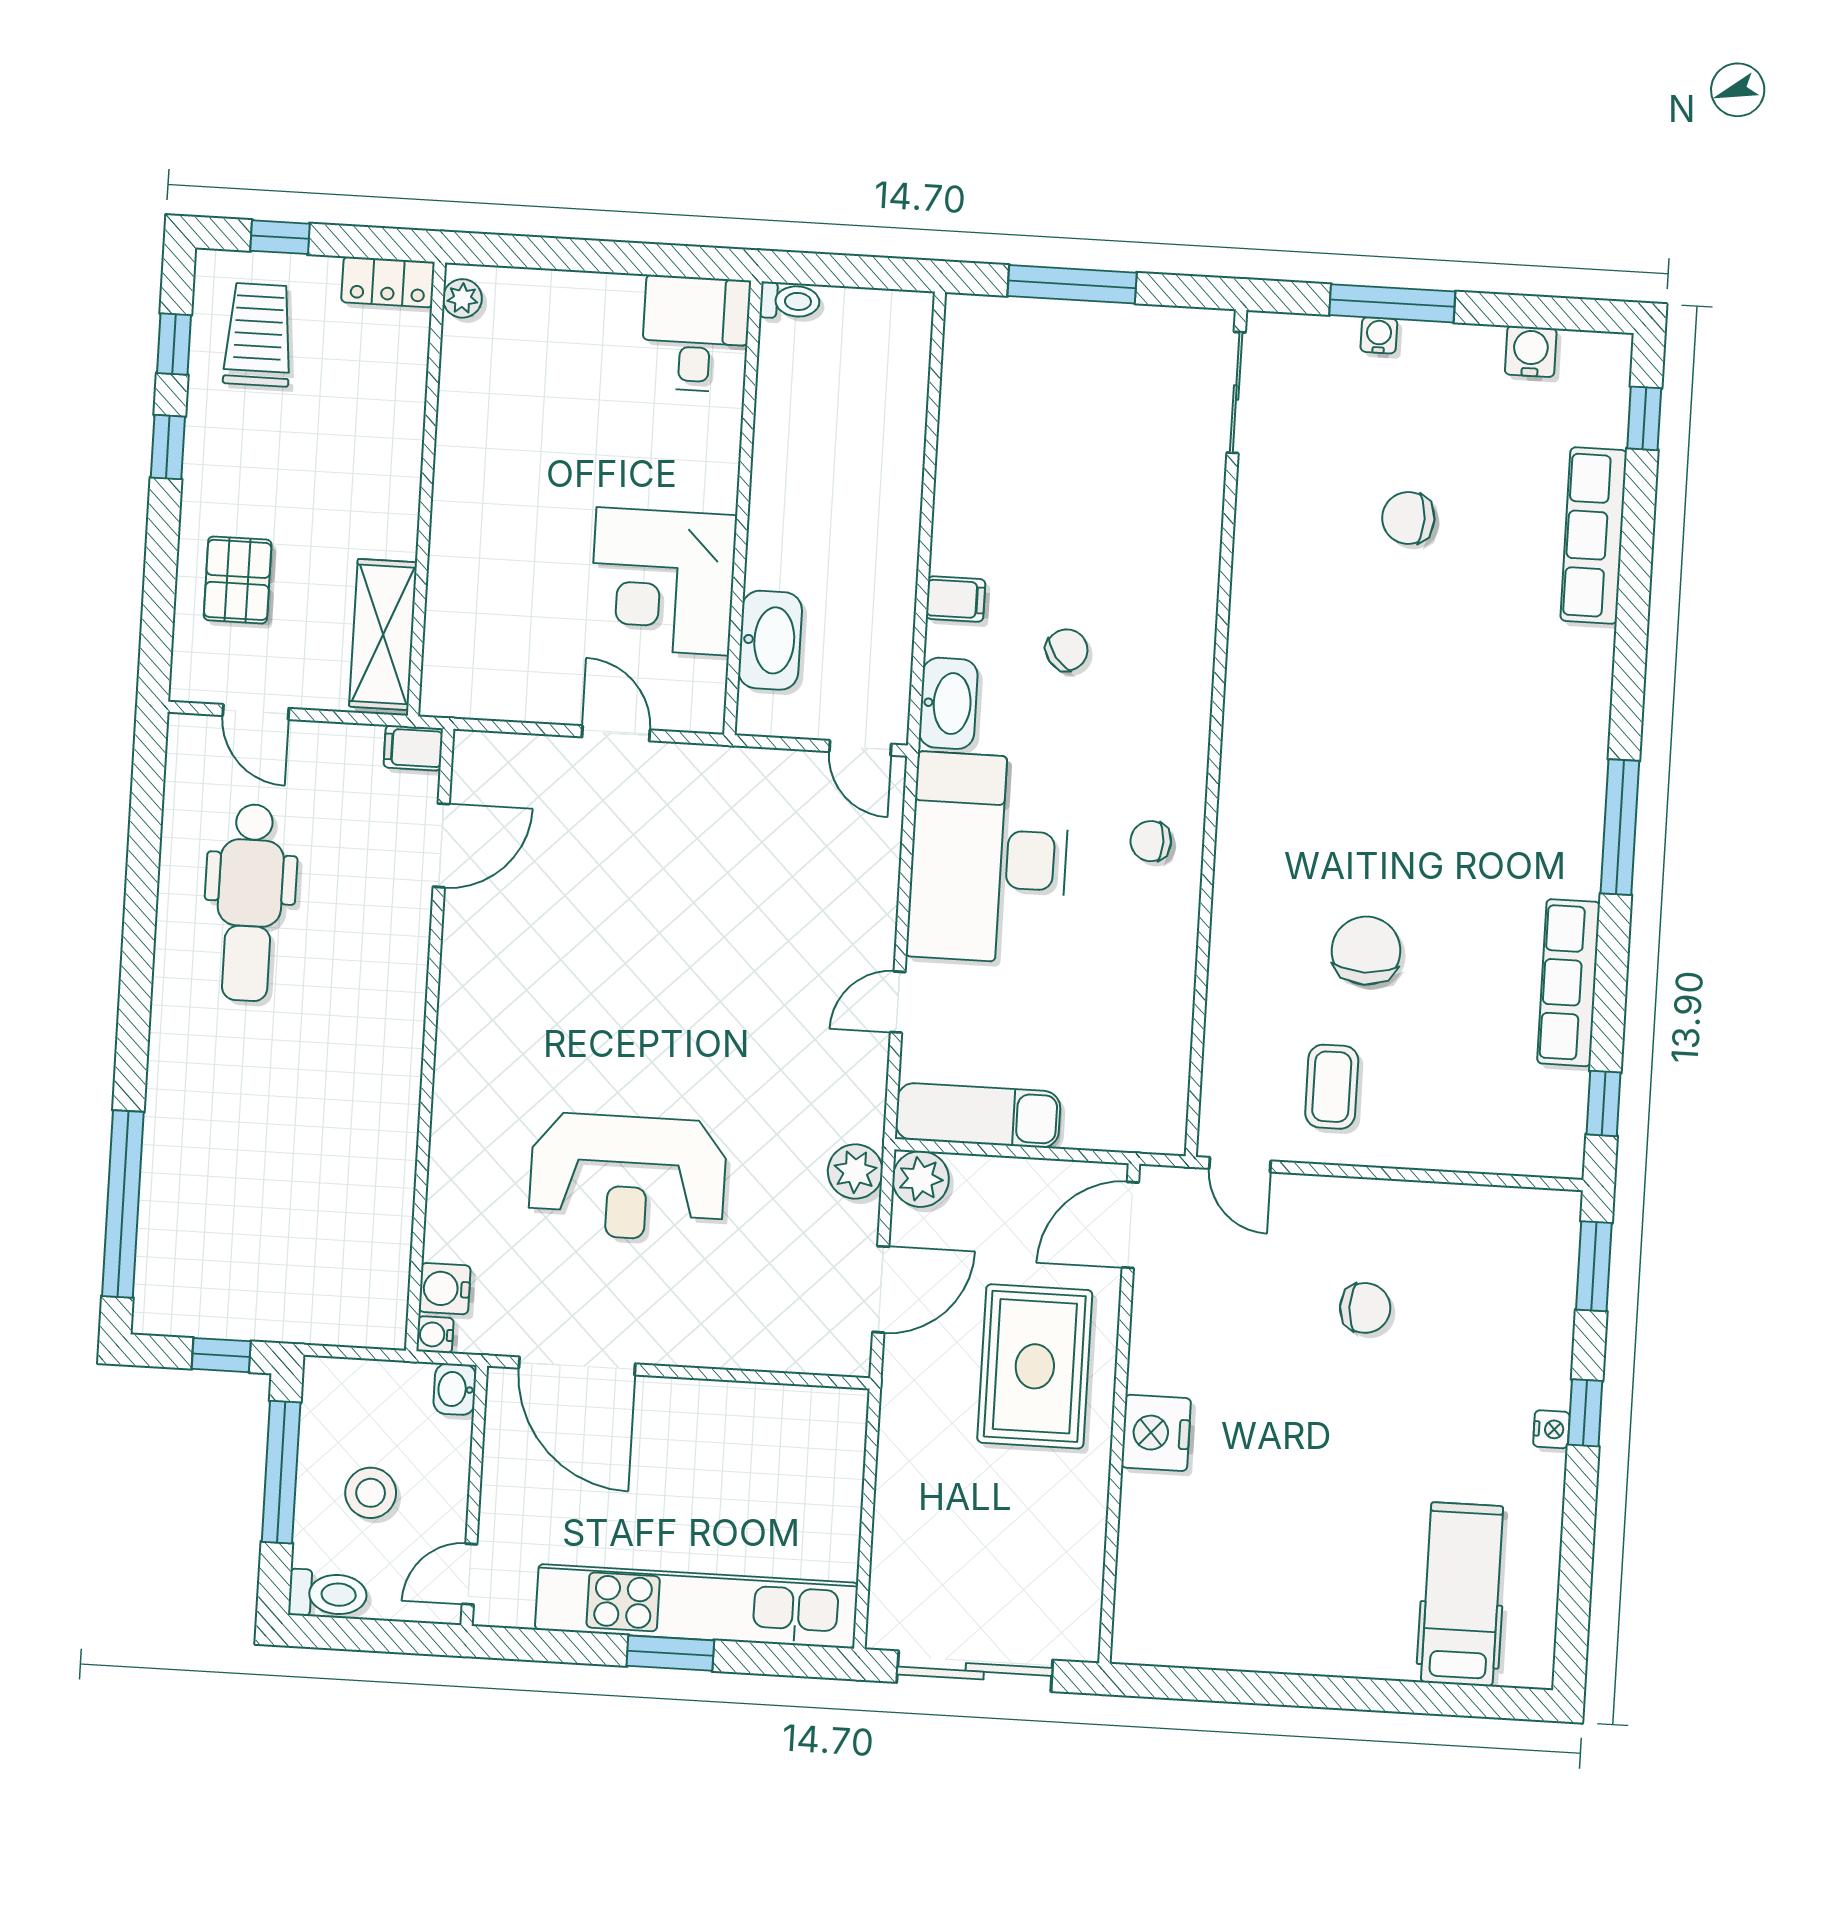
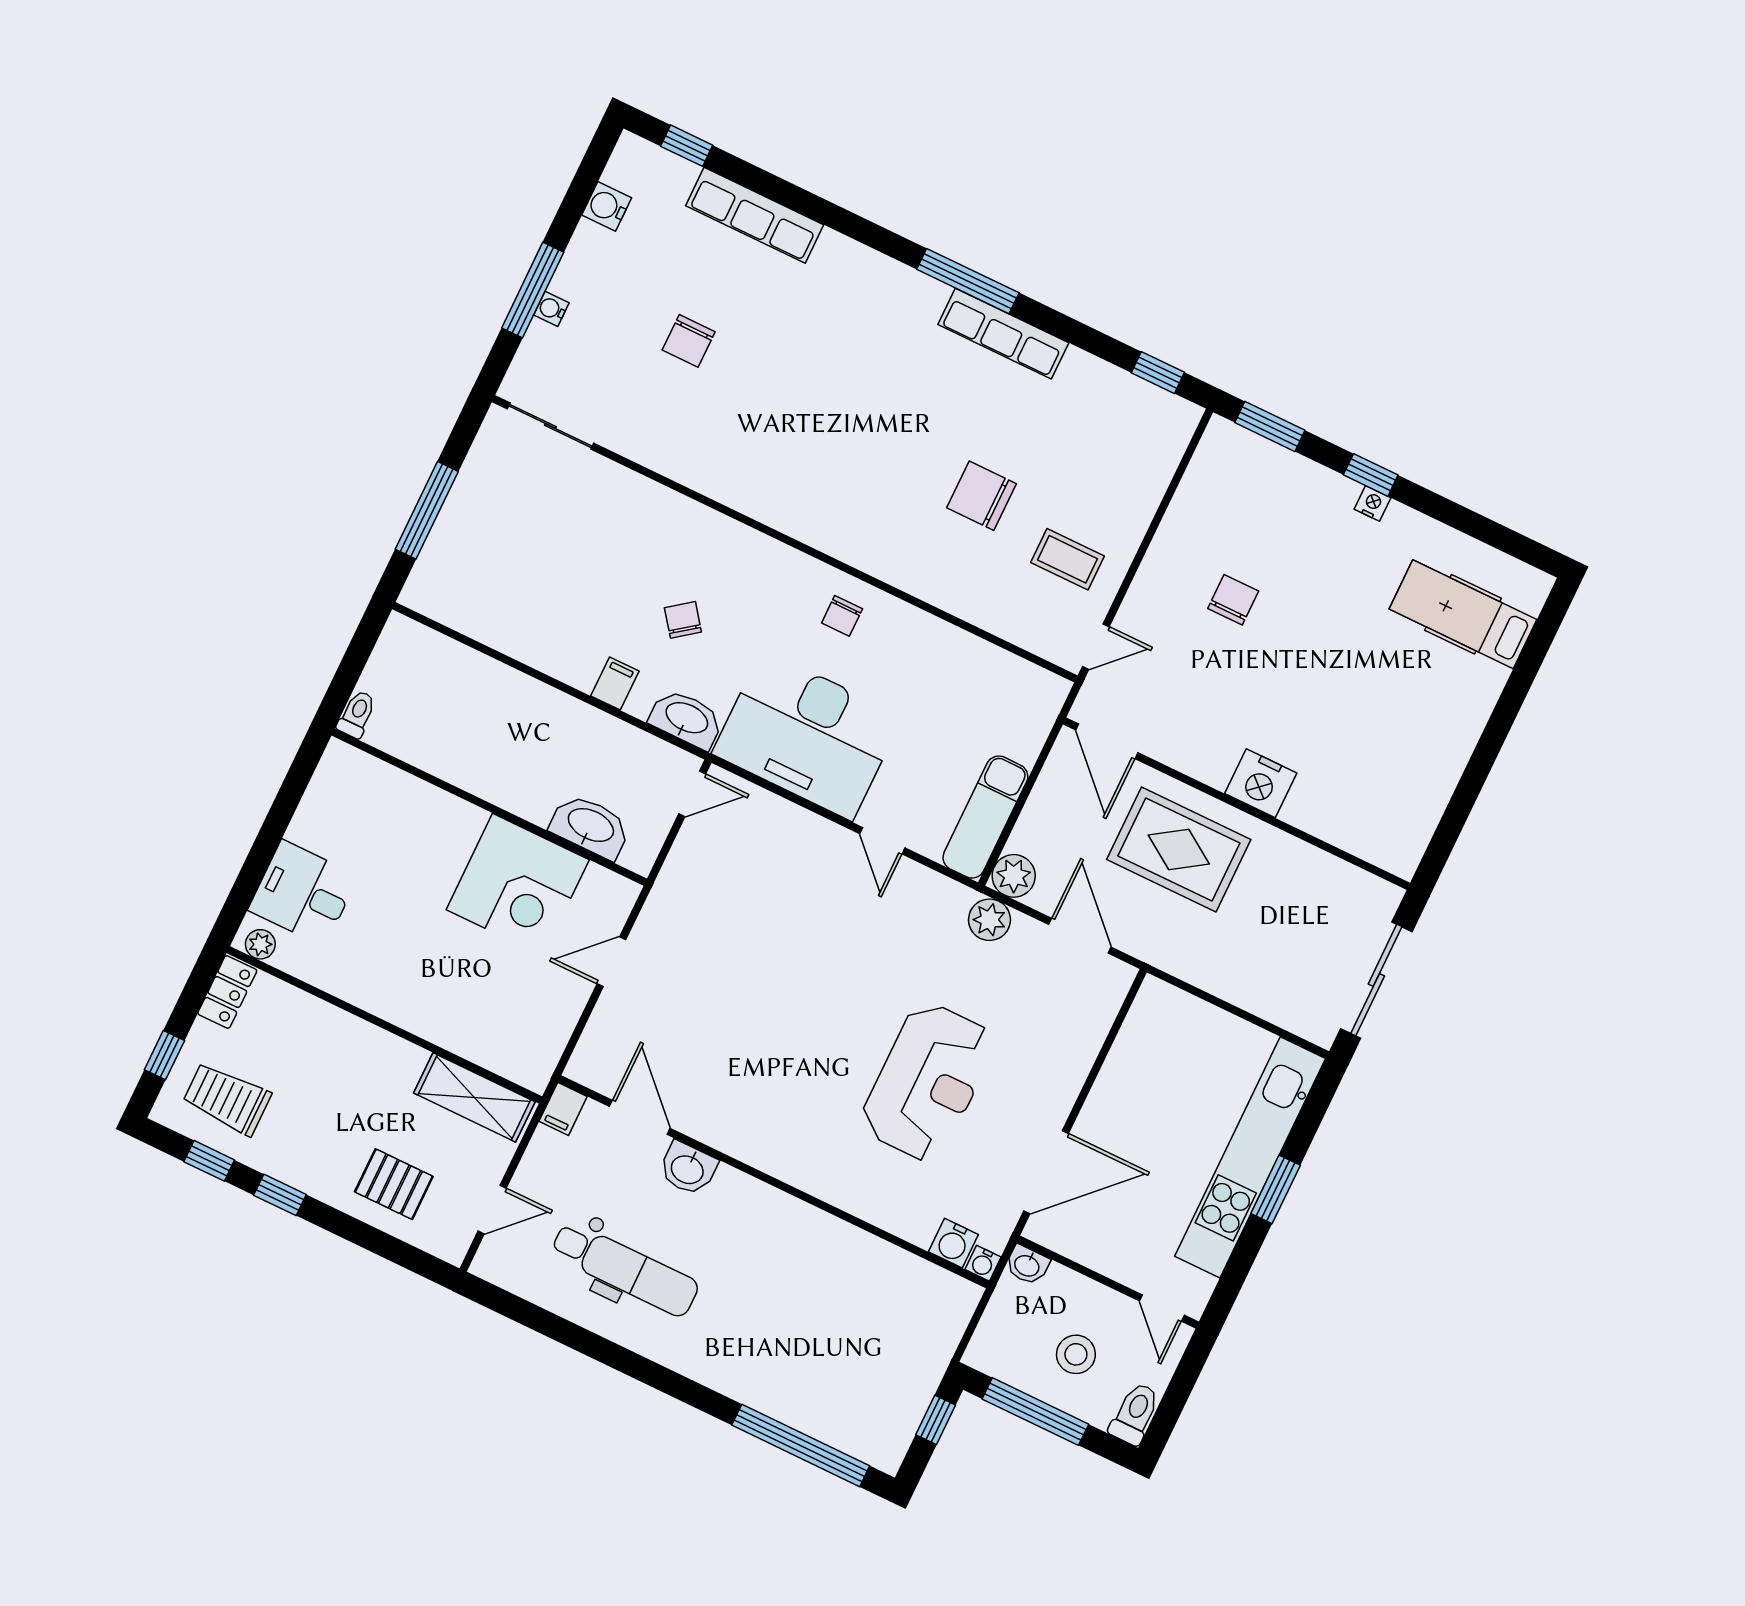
desk: (696, 334) -> (303, 893), moved
washbasin: (403, 929) -> (688, 1169), added
row of seats: (1569, 983) -> (1003, 334), moved

